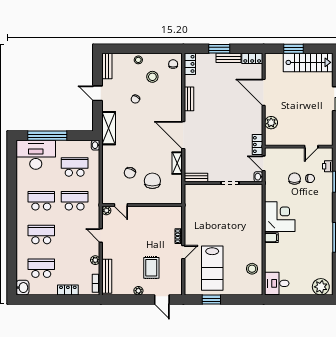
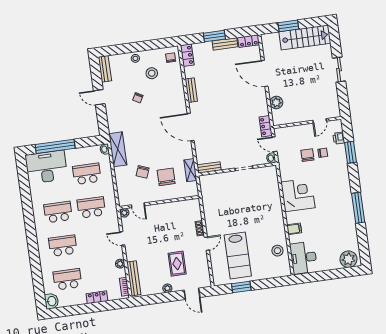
shelving: (109, 128) -> (118, 149), moved
shelving: (177, 163) -> (190, 170), moved
filing cabinet: (271, 238) -> (294, 229), moved
desk: (277, 283) -> (304, 258), width x1.37

